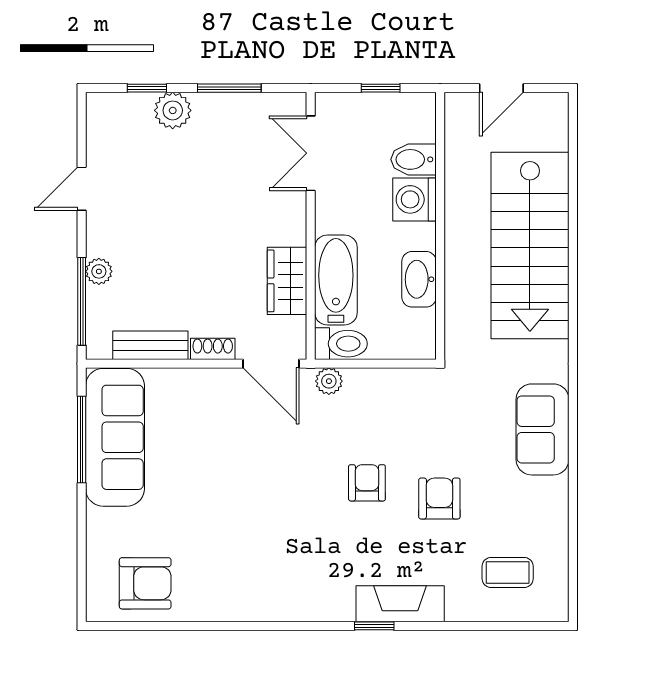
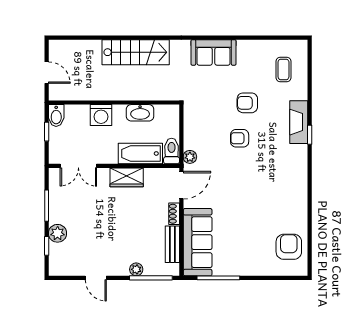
bidet: (413, 159) -> (56, 116), moved
stairs: (530, 246) -> (136, 52), width x0.73, depth x0.66
wardrobe: (287, 281) -> (127, 177), moved
sofa: (115, 437) -> (198, 242), moved, turned 90

